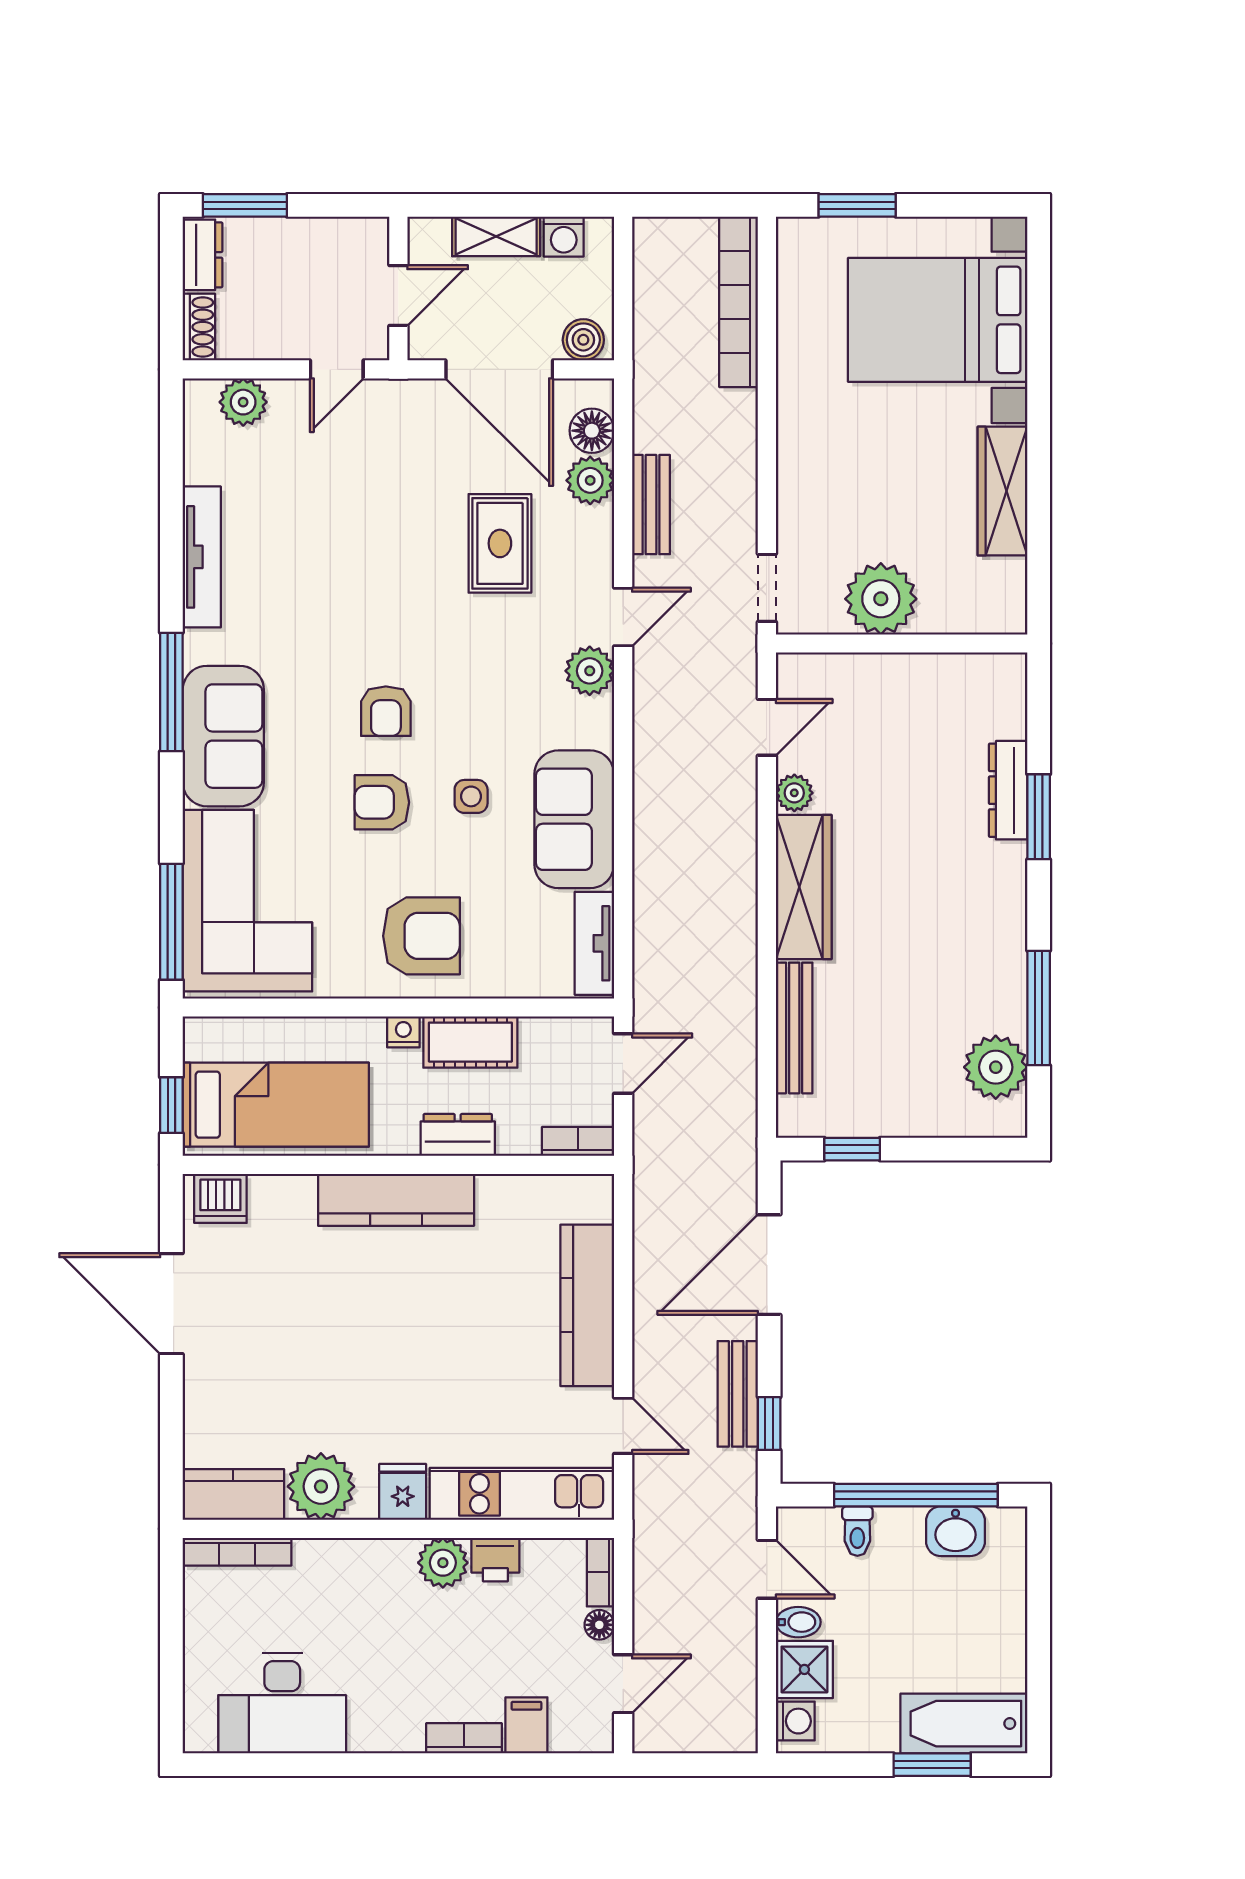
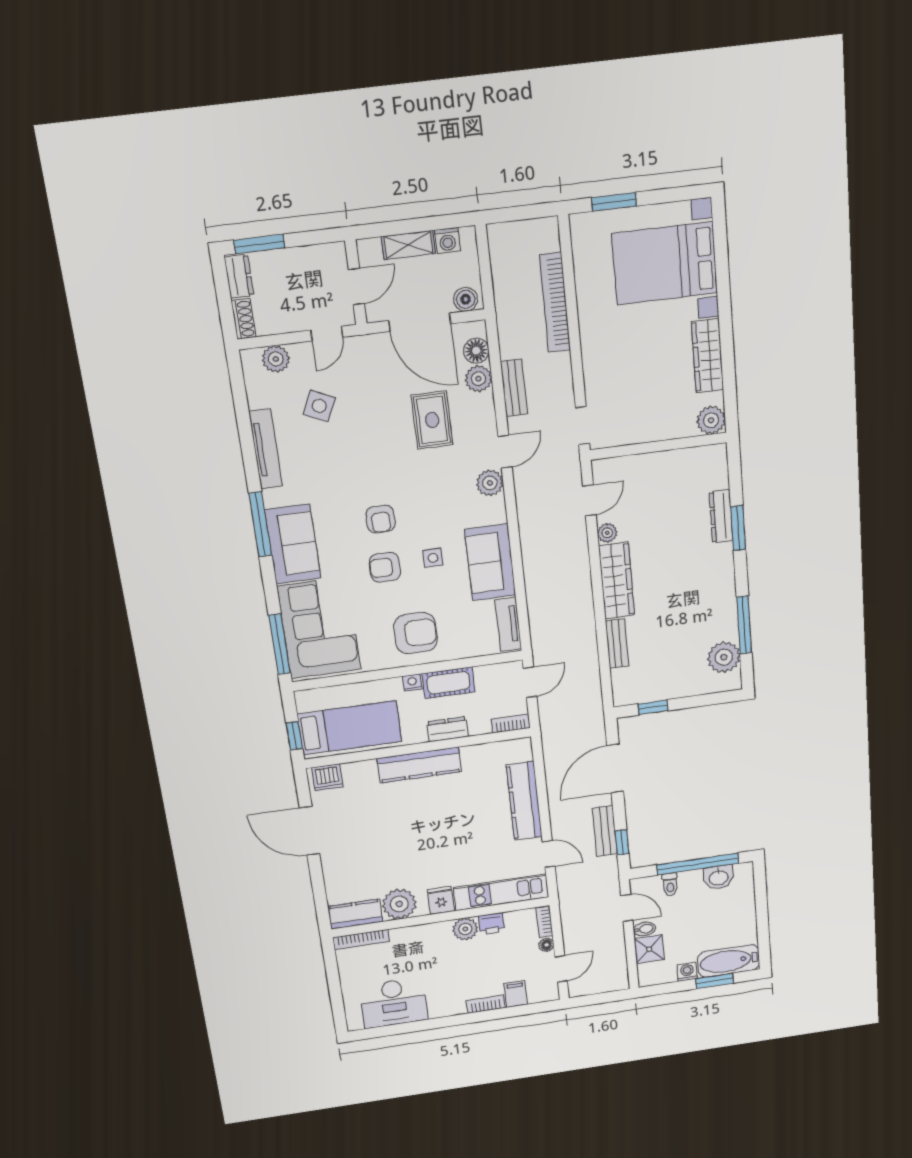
bookcase: (739, 302) -> (555, 303), moved
side table: (306, 493) -> (319, 406), added
plant: (881, 599) -> (711, 420), moved, width x0.73, depth x0.73
bench: (794, 1028) -> (617, 644), width x0.73
washing machine: (795, 1721) -> (687, 972), moved, turned -90

